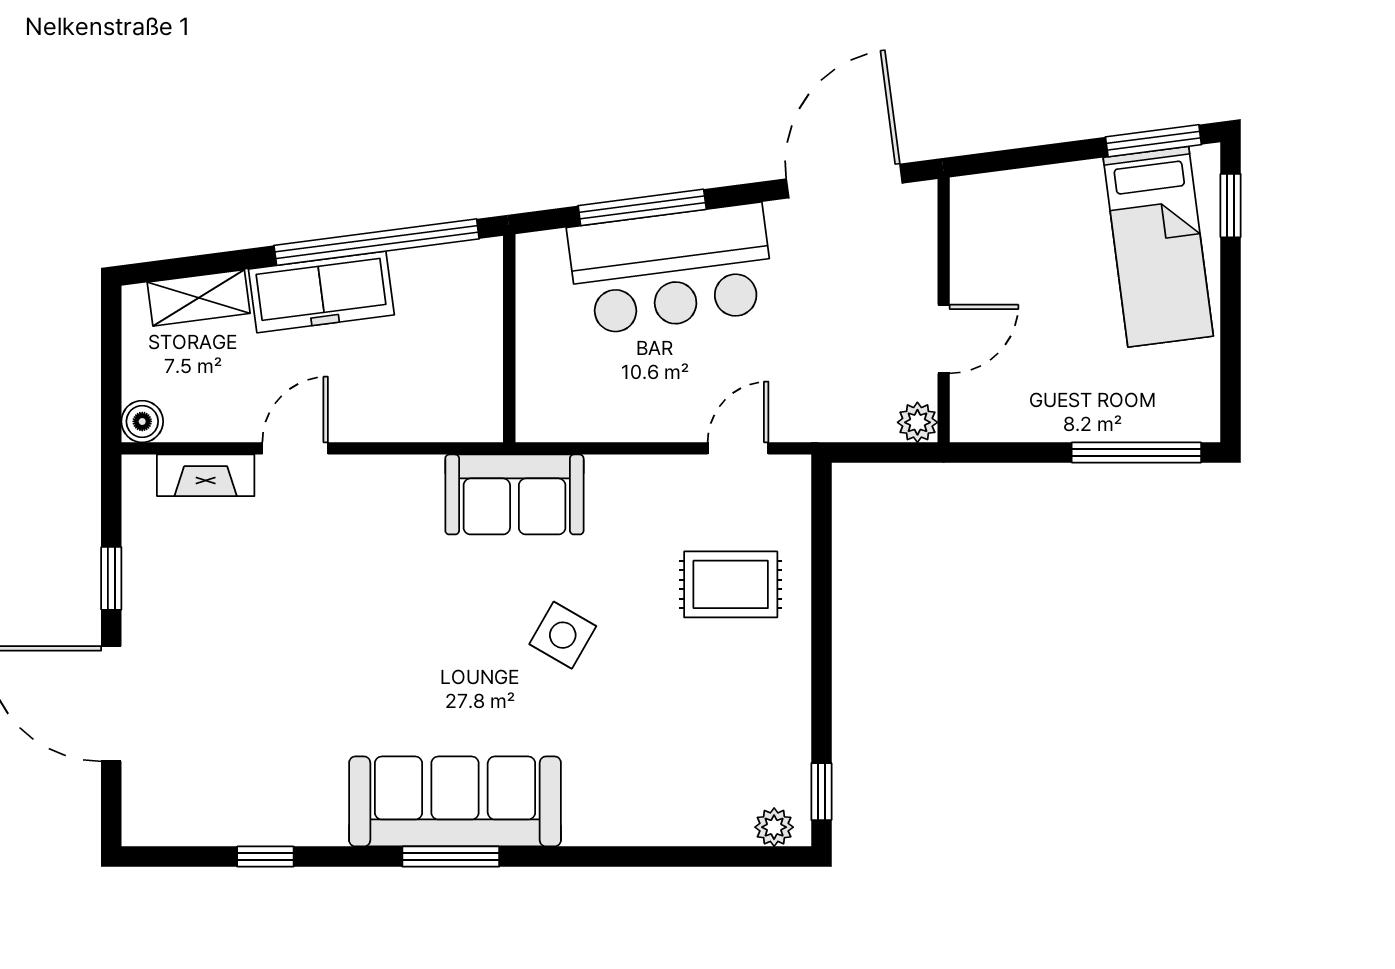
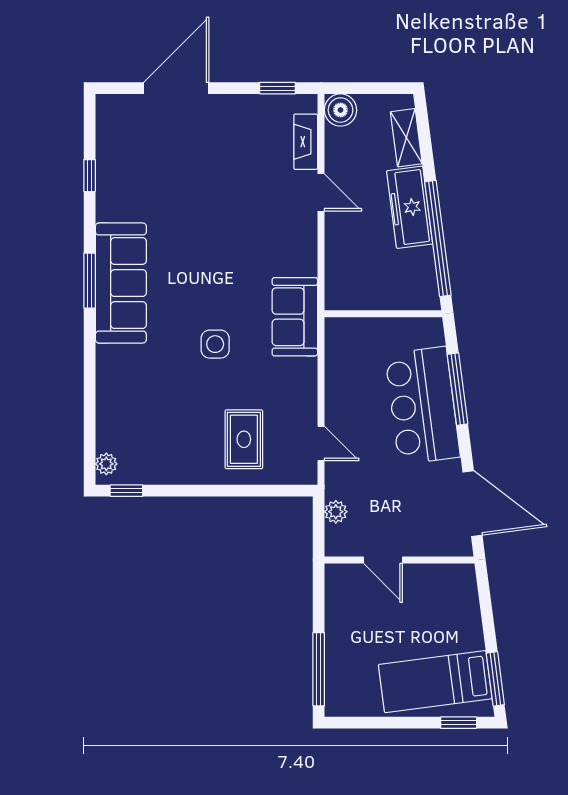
boiler: (142, 421) -> (341, 110), width x1.36, depth x1.36
plant: (917, 422) -> (336, 512), moved
window: (111, 578) -> (277, 88), moved
side table: (563, 635) -> (215, 344), turned -30

